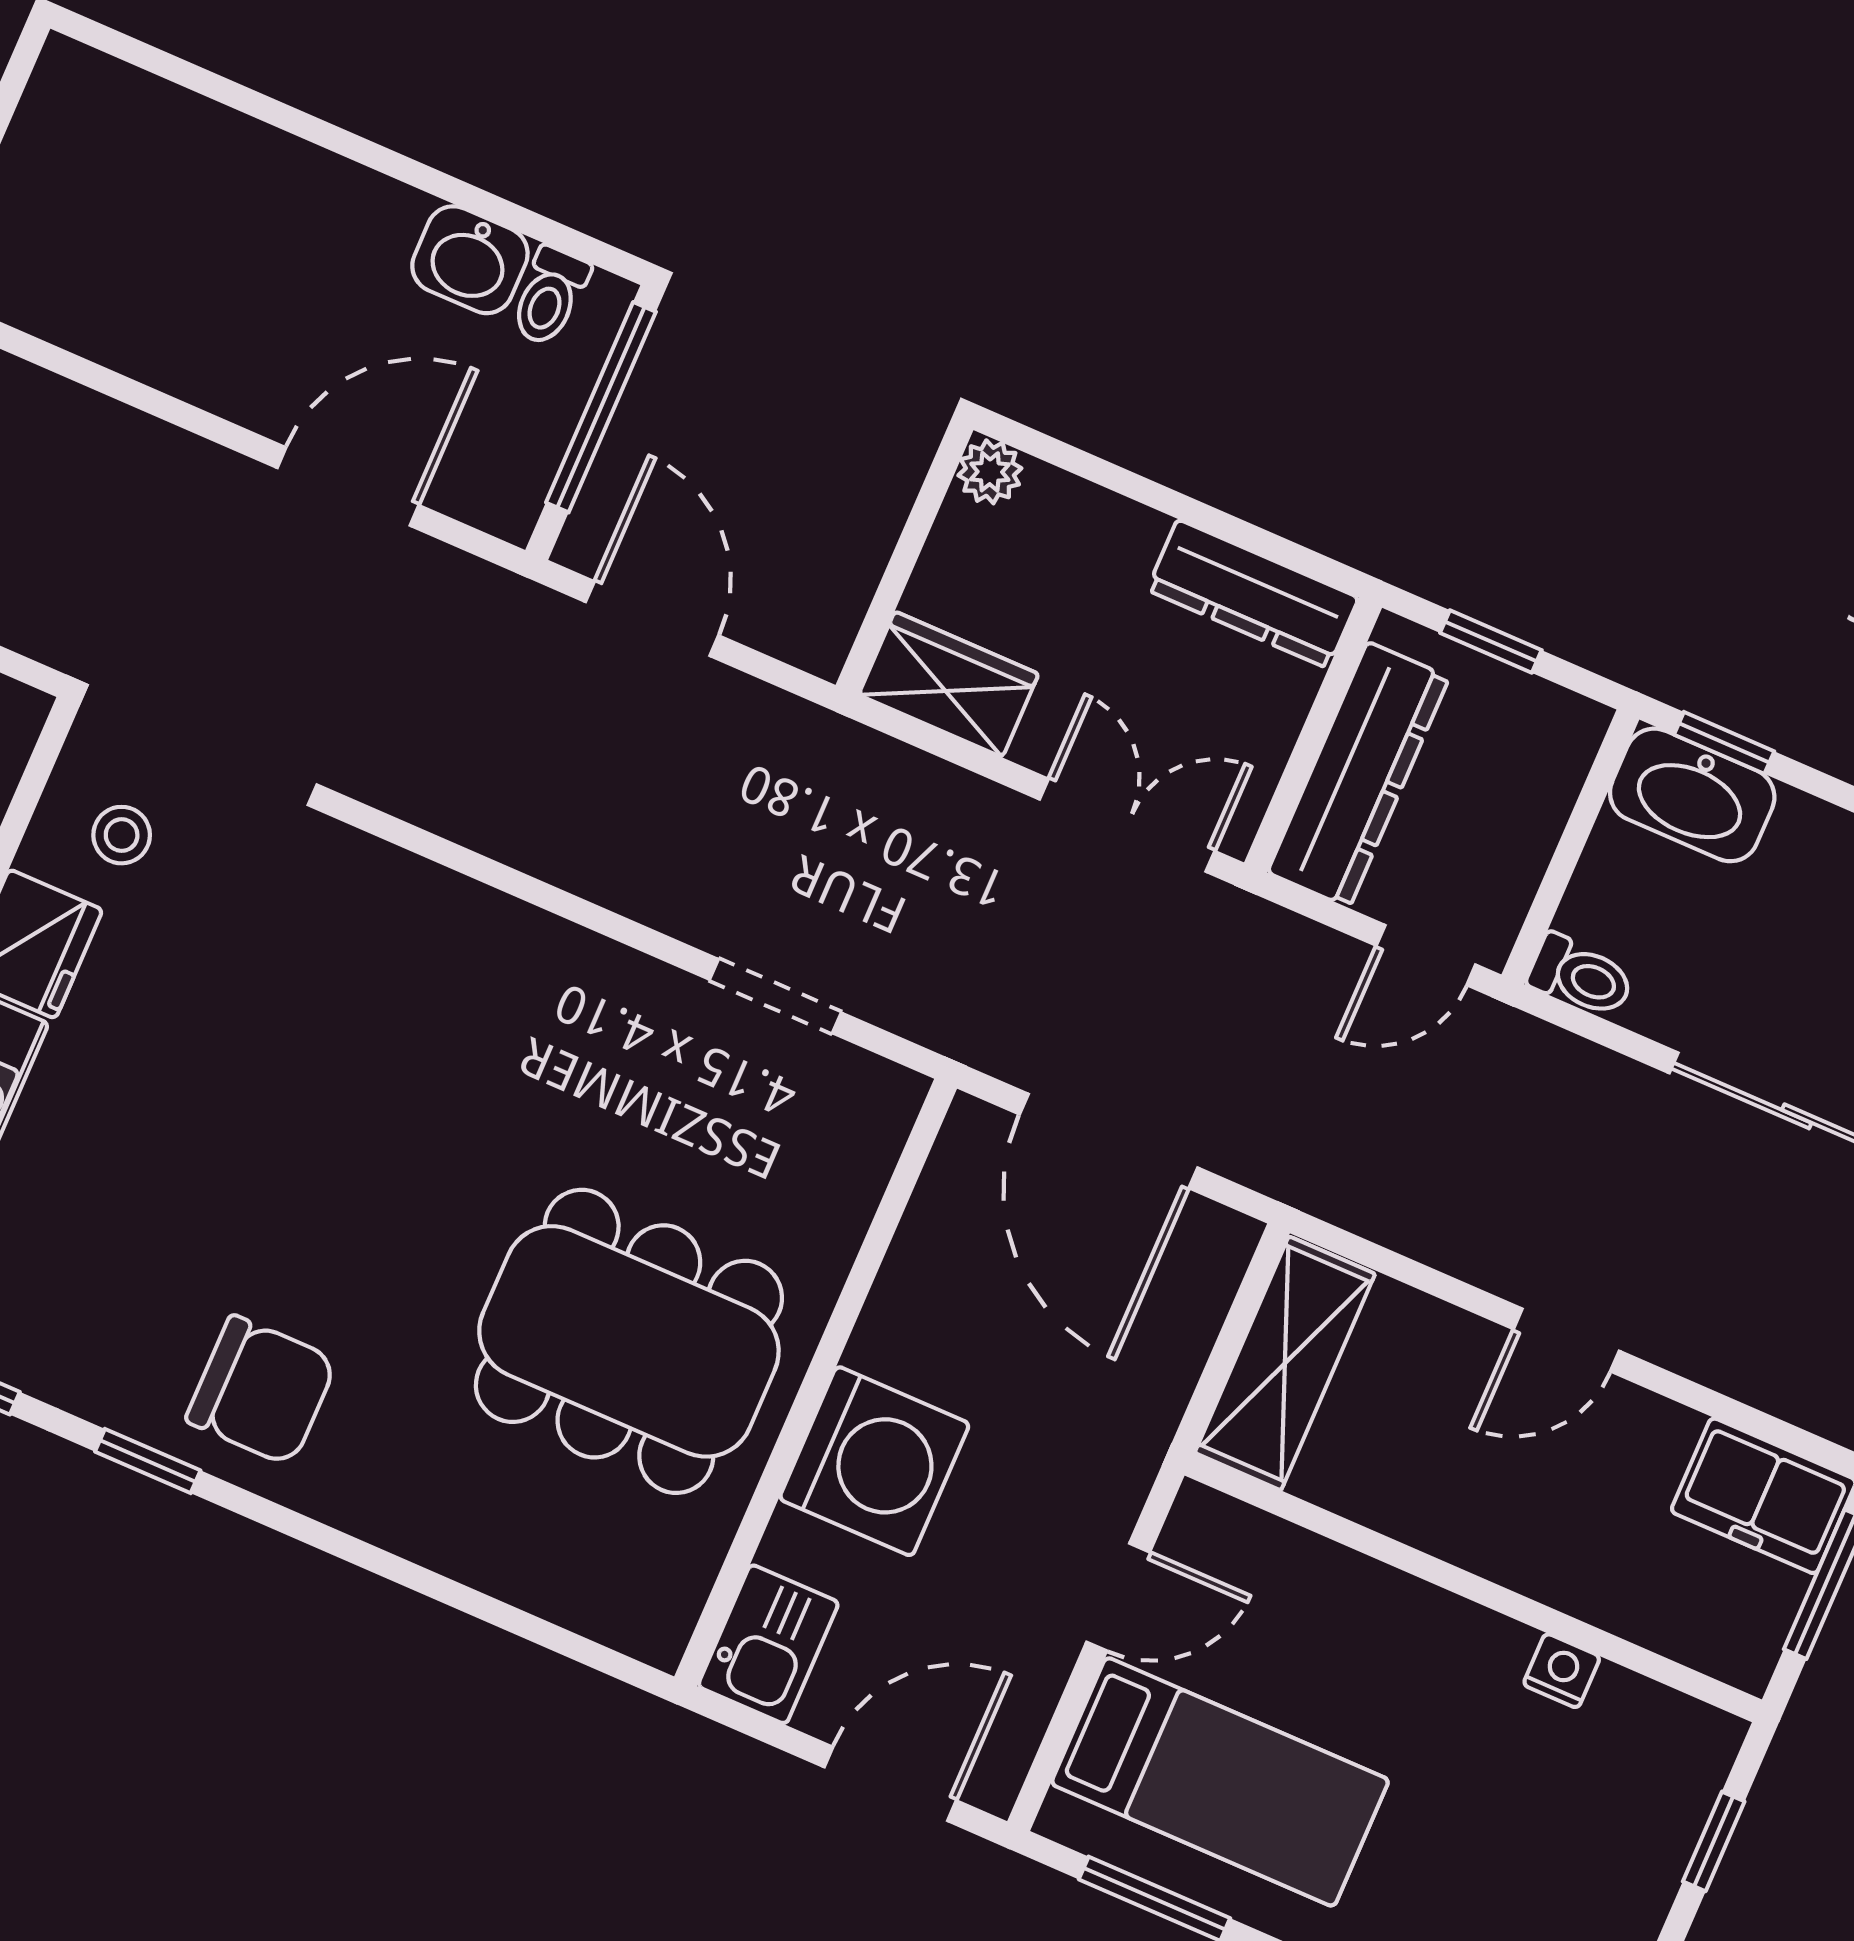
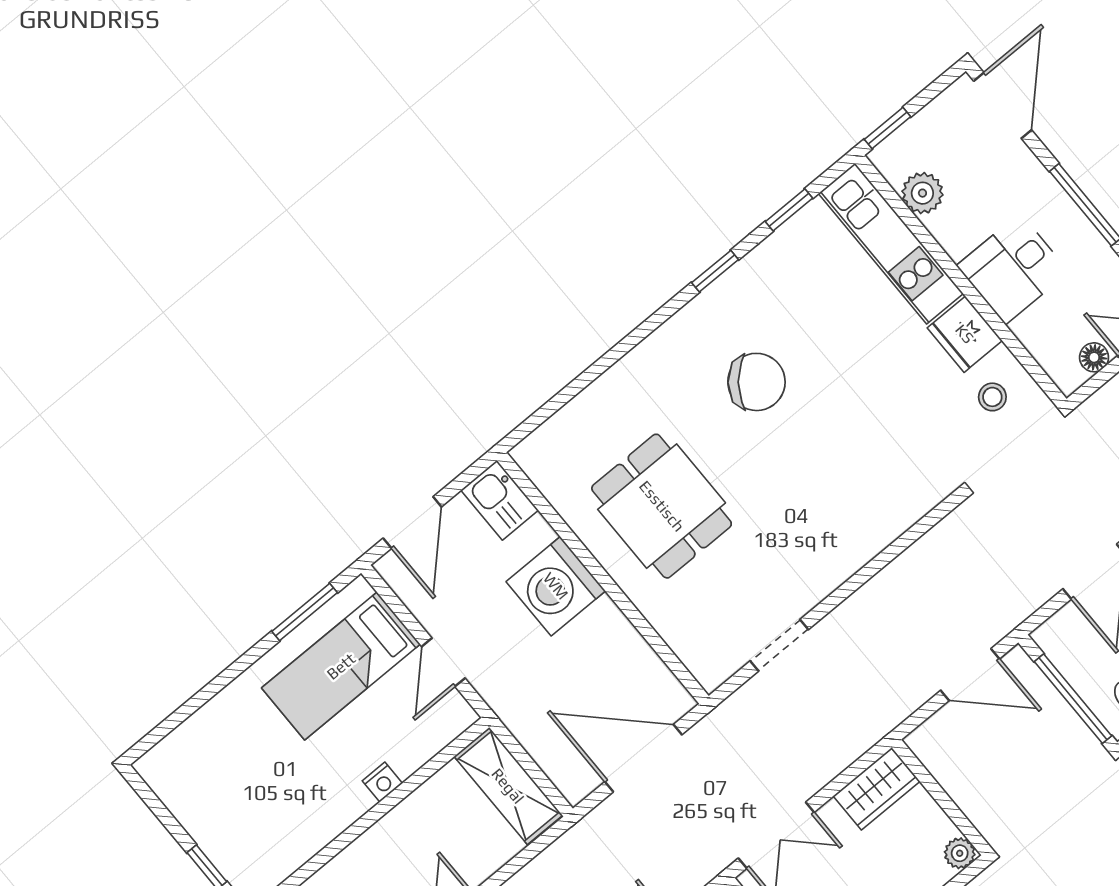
dining table: (629, 1341) -> (662, 506), width x0.73
chair: (261, 1390) -> (756, 382), moved, turned -141
nightstand: (1562, 1671) -> (382, 782), moved

